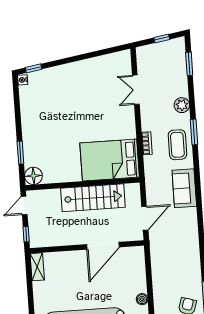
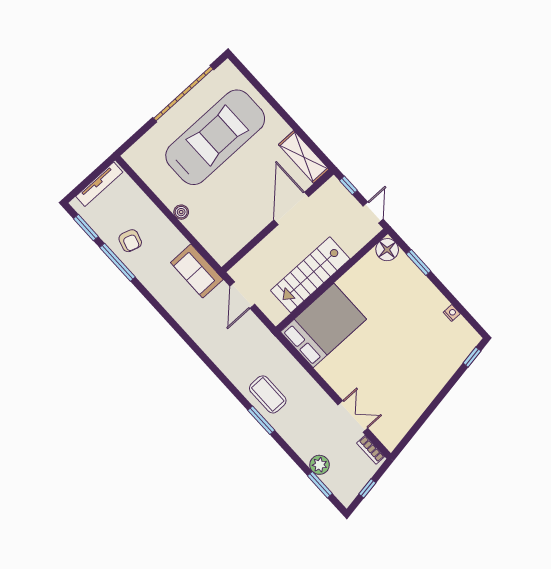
nightstand: (23, 80) -> (452, 313), moved
plant: (182, 105) -> (320, 465), moved
bookcase: (147, 143) -> (371, 450), moved
sofa: (184, 188) -> (197, 271), moved, turned 180
door: (103, 246) -> (291, 208), moved
shelving: (37, 267) -> (304, 157), width x1.50, depth x1.33

